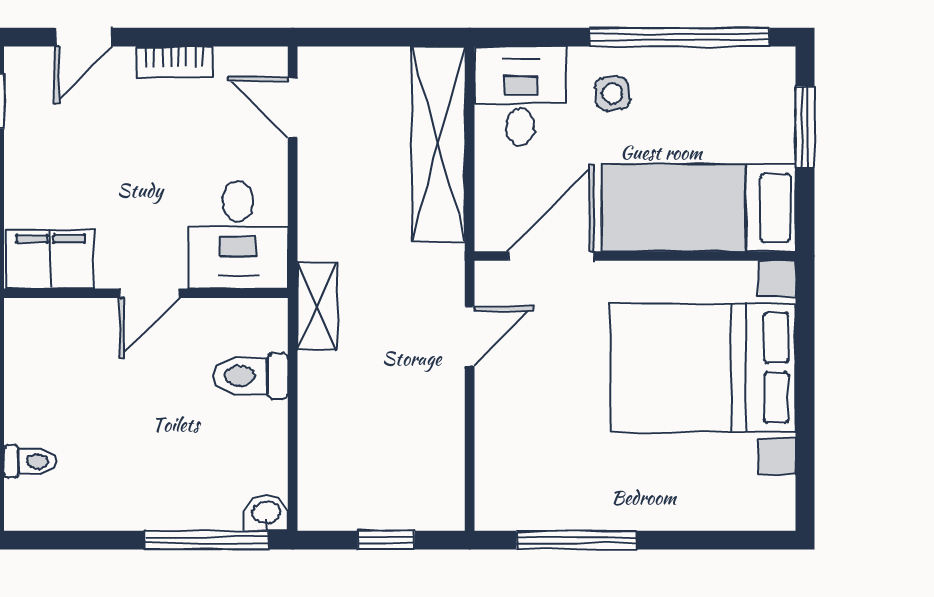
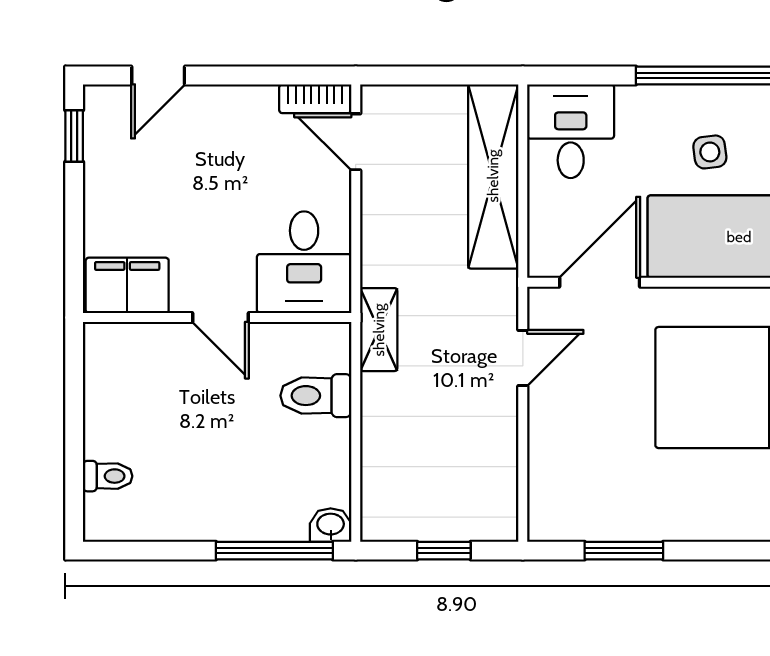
bookcase: (175, 62) -> (315, 99), moved
side table: (612, 93) -> (710, 152), moved
door: (150, 293) -> (221, 317), hinge flipped
window: (577, 540) -> (624, 551), width x0.69

